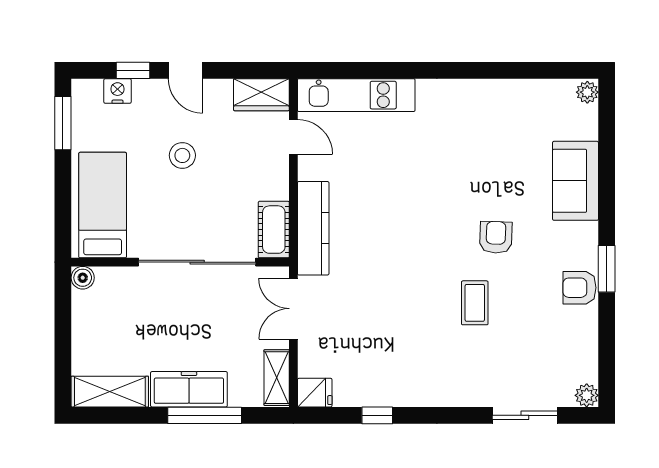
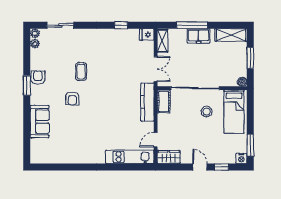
nightstand: (118, 91) -> (241, 159), moved
plant: (587, 92) -> (35, 44), moved
door: (293, 137) -> (156, 140), hinge flipped
stool: (182, 155) -> (207, 112), moved
armchair: (579, 288) -> (38, 78), turned -90
window: (63, 336) -> (250, 58), added
freezer: (189, 389) -> (199, 36), width x0.71

